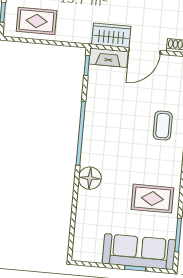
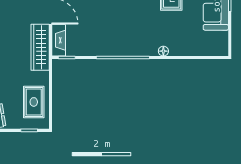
wardrobe: (111, 35) -> (40, 47), width x1.50
floor lamp: (90, 178) -> (163, 51), width x0.53, depth x0.53

